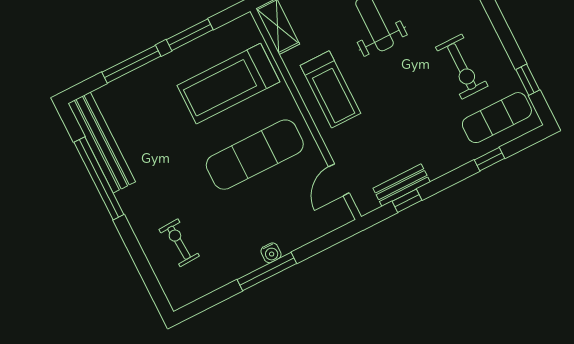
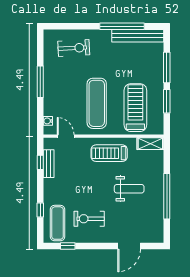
exercise bike: (179, 243) -> (74, 48), width x1.38, depth x1.39
water cooler: (271, 253) -> (48, 121), moved

